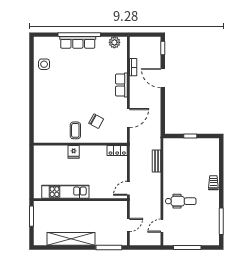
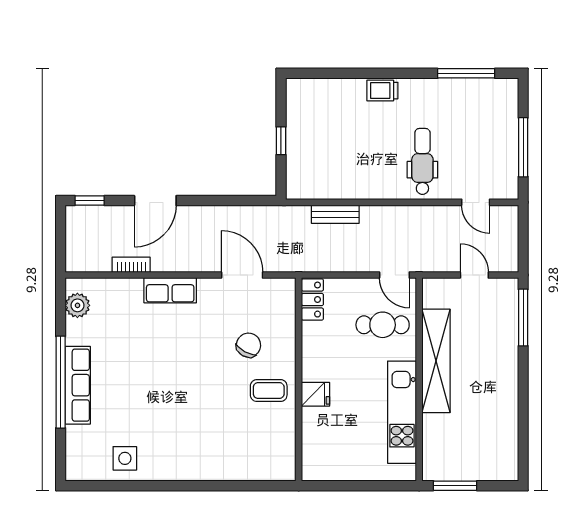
cafe table: (106, 183) -> (383, 325), added
shelving: (71, 239) -> (436, 361), moved

